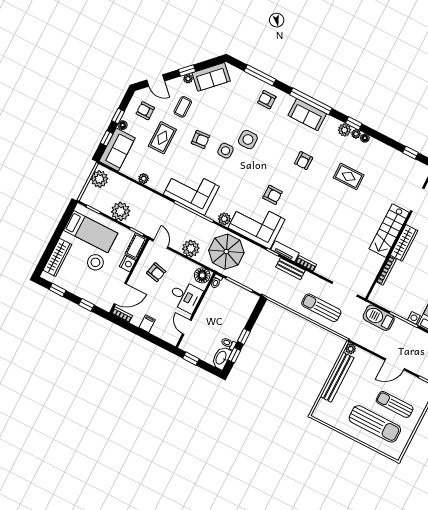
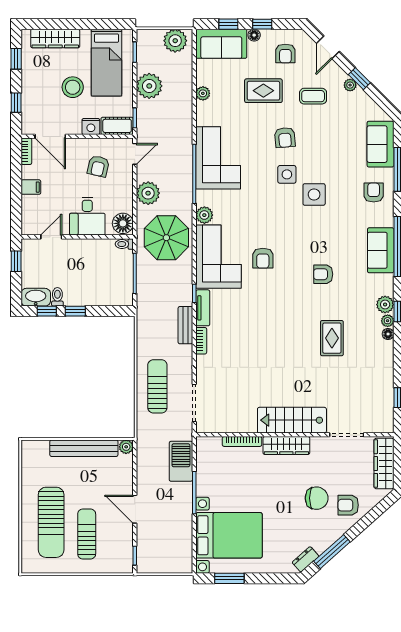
sofa: (211, 77) -> (380, 144), moved, turned 45
armchair: (145, 111) -> (285, 53), turned 180

